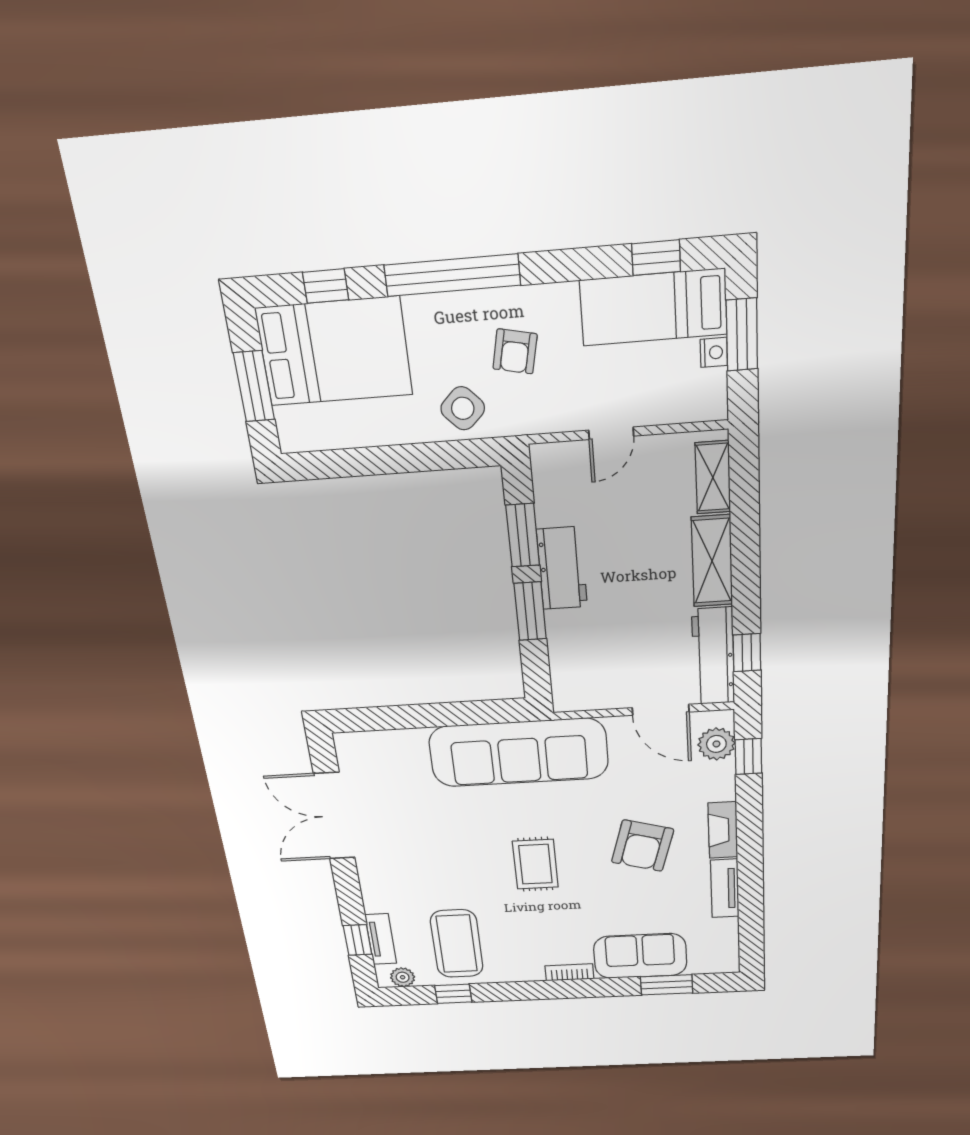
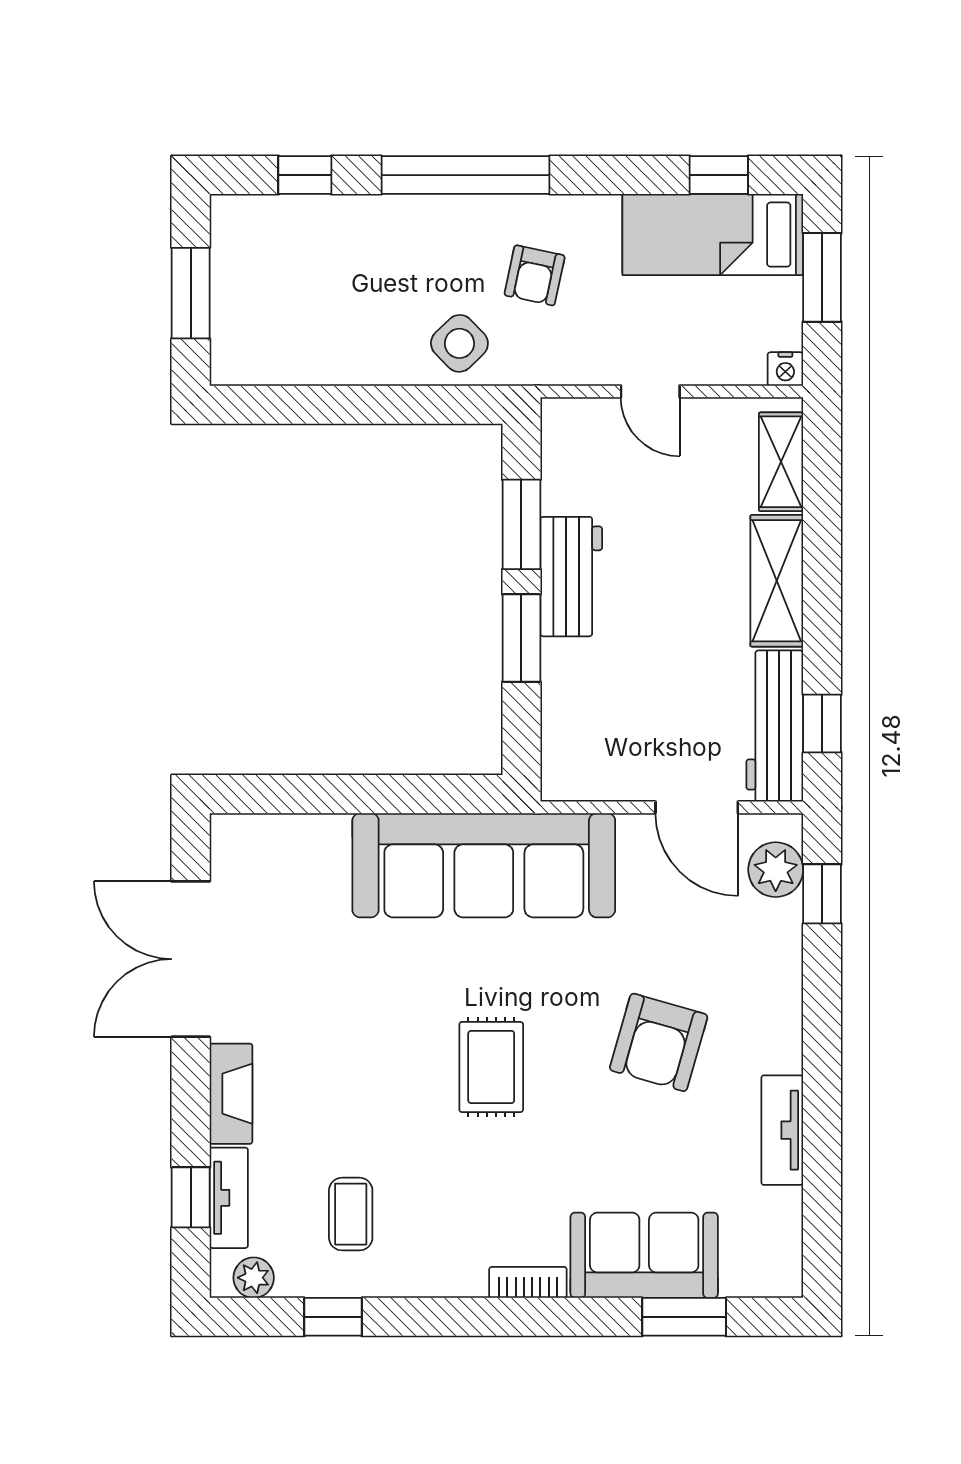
bed: (334, 352) -> (303, 257), removed
nightstand: (714, 352) -> (785, 369), moved, turned 90
door: (611, 433) -> (650, 391), hinge flipped
fireplace: (723, 830) -> (231, 1094), moved, turned 180
coffee table: (457, 944) -> (351, 1214), width x0.54, depth x0.58

